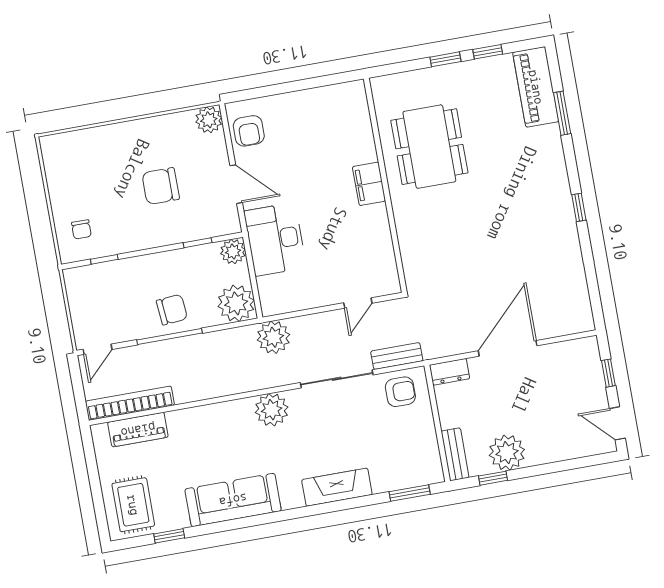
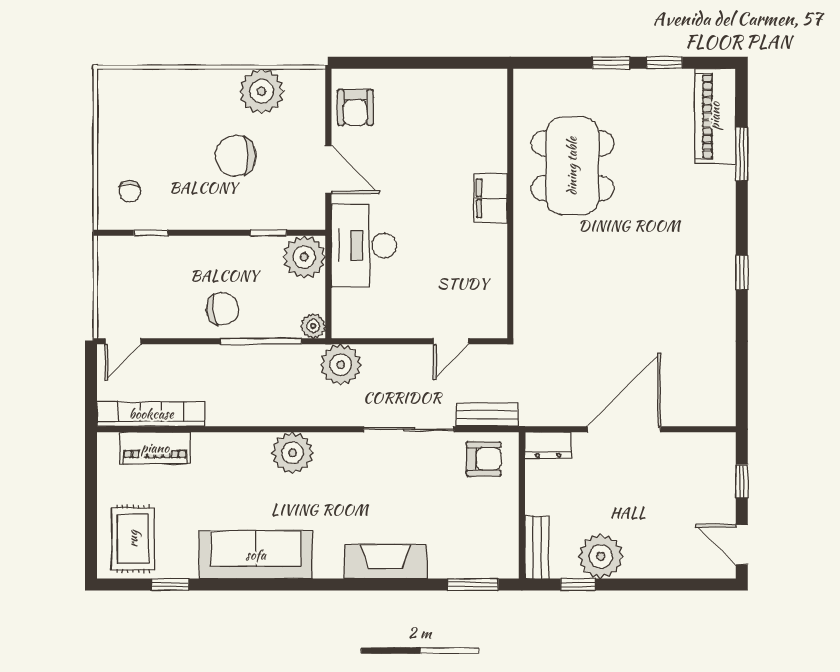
plant: (209, 120) -> (262, 91), moved, width x1.36, depth x1.36
plant: (233, 252) -> (304, 257), width x1.36, depth x1.36
plant: (236, 303) -> (313, 326), width x0.53, depth x0.53
window: (169, 337) -> (261, 341), moved
plant: (272, 410) -> (292, 453), moved

